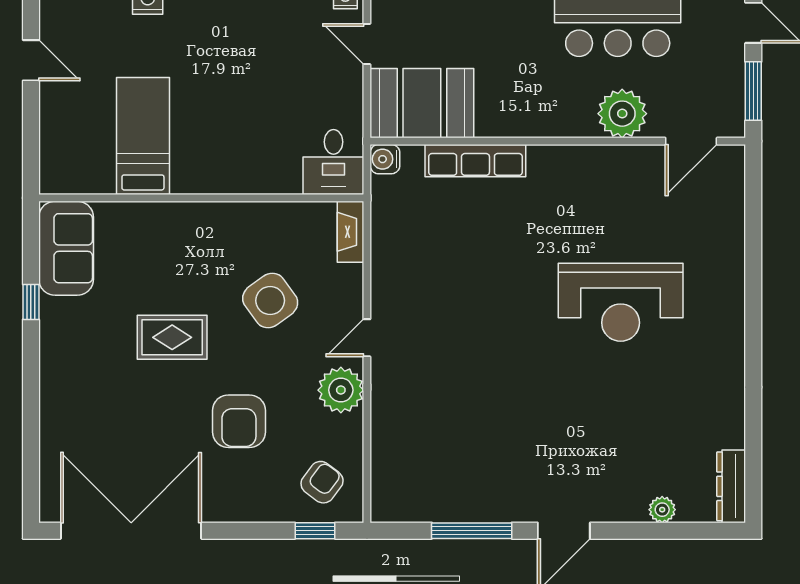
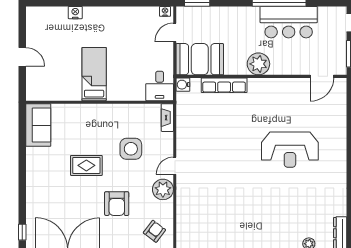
door: (367, 44) -> (175, 32), hinge flipped
door: (31, 60) -> (22, 57), moved
plant: (622, 114) -> (258, 64), moved
bed: (143, 136) -> (94, 74), moved
side table: (270, 301) -> (131, 149), turned 36
window: (31, 302) -> (22, 232), moved

